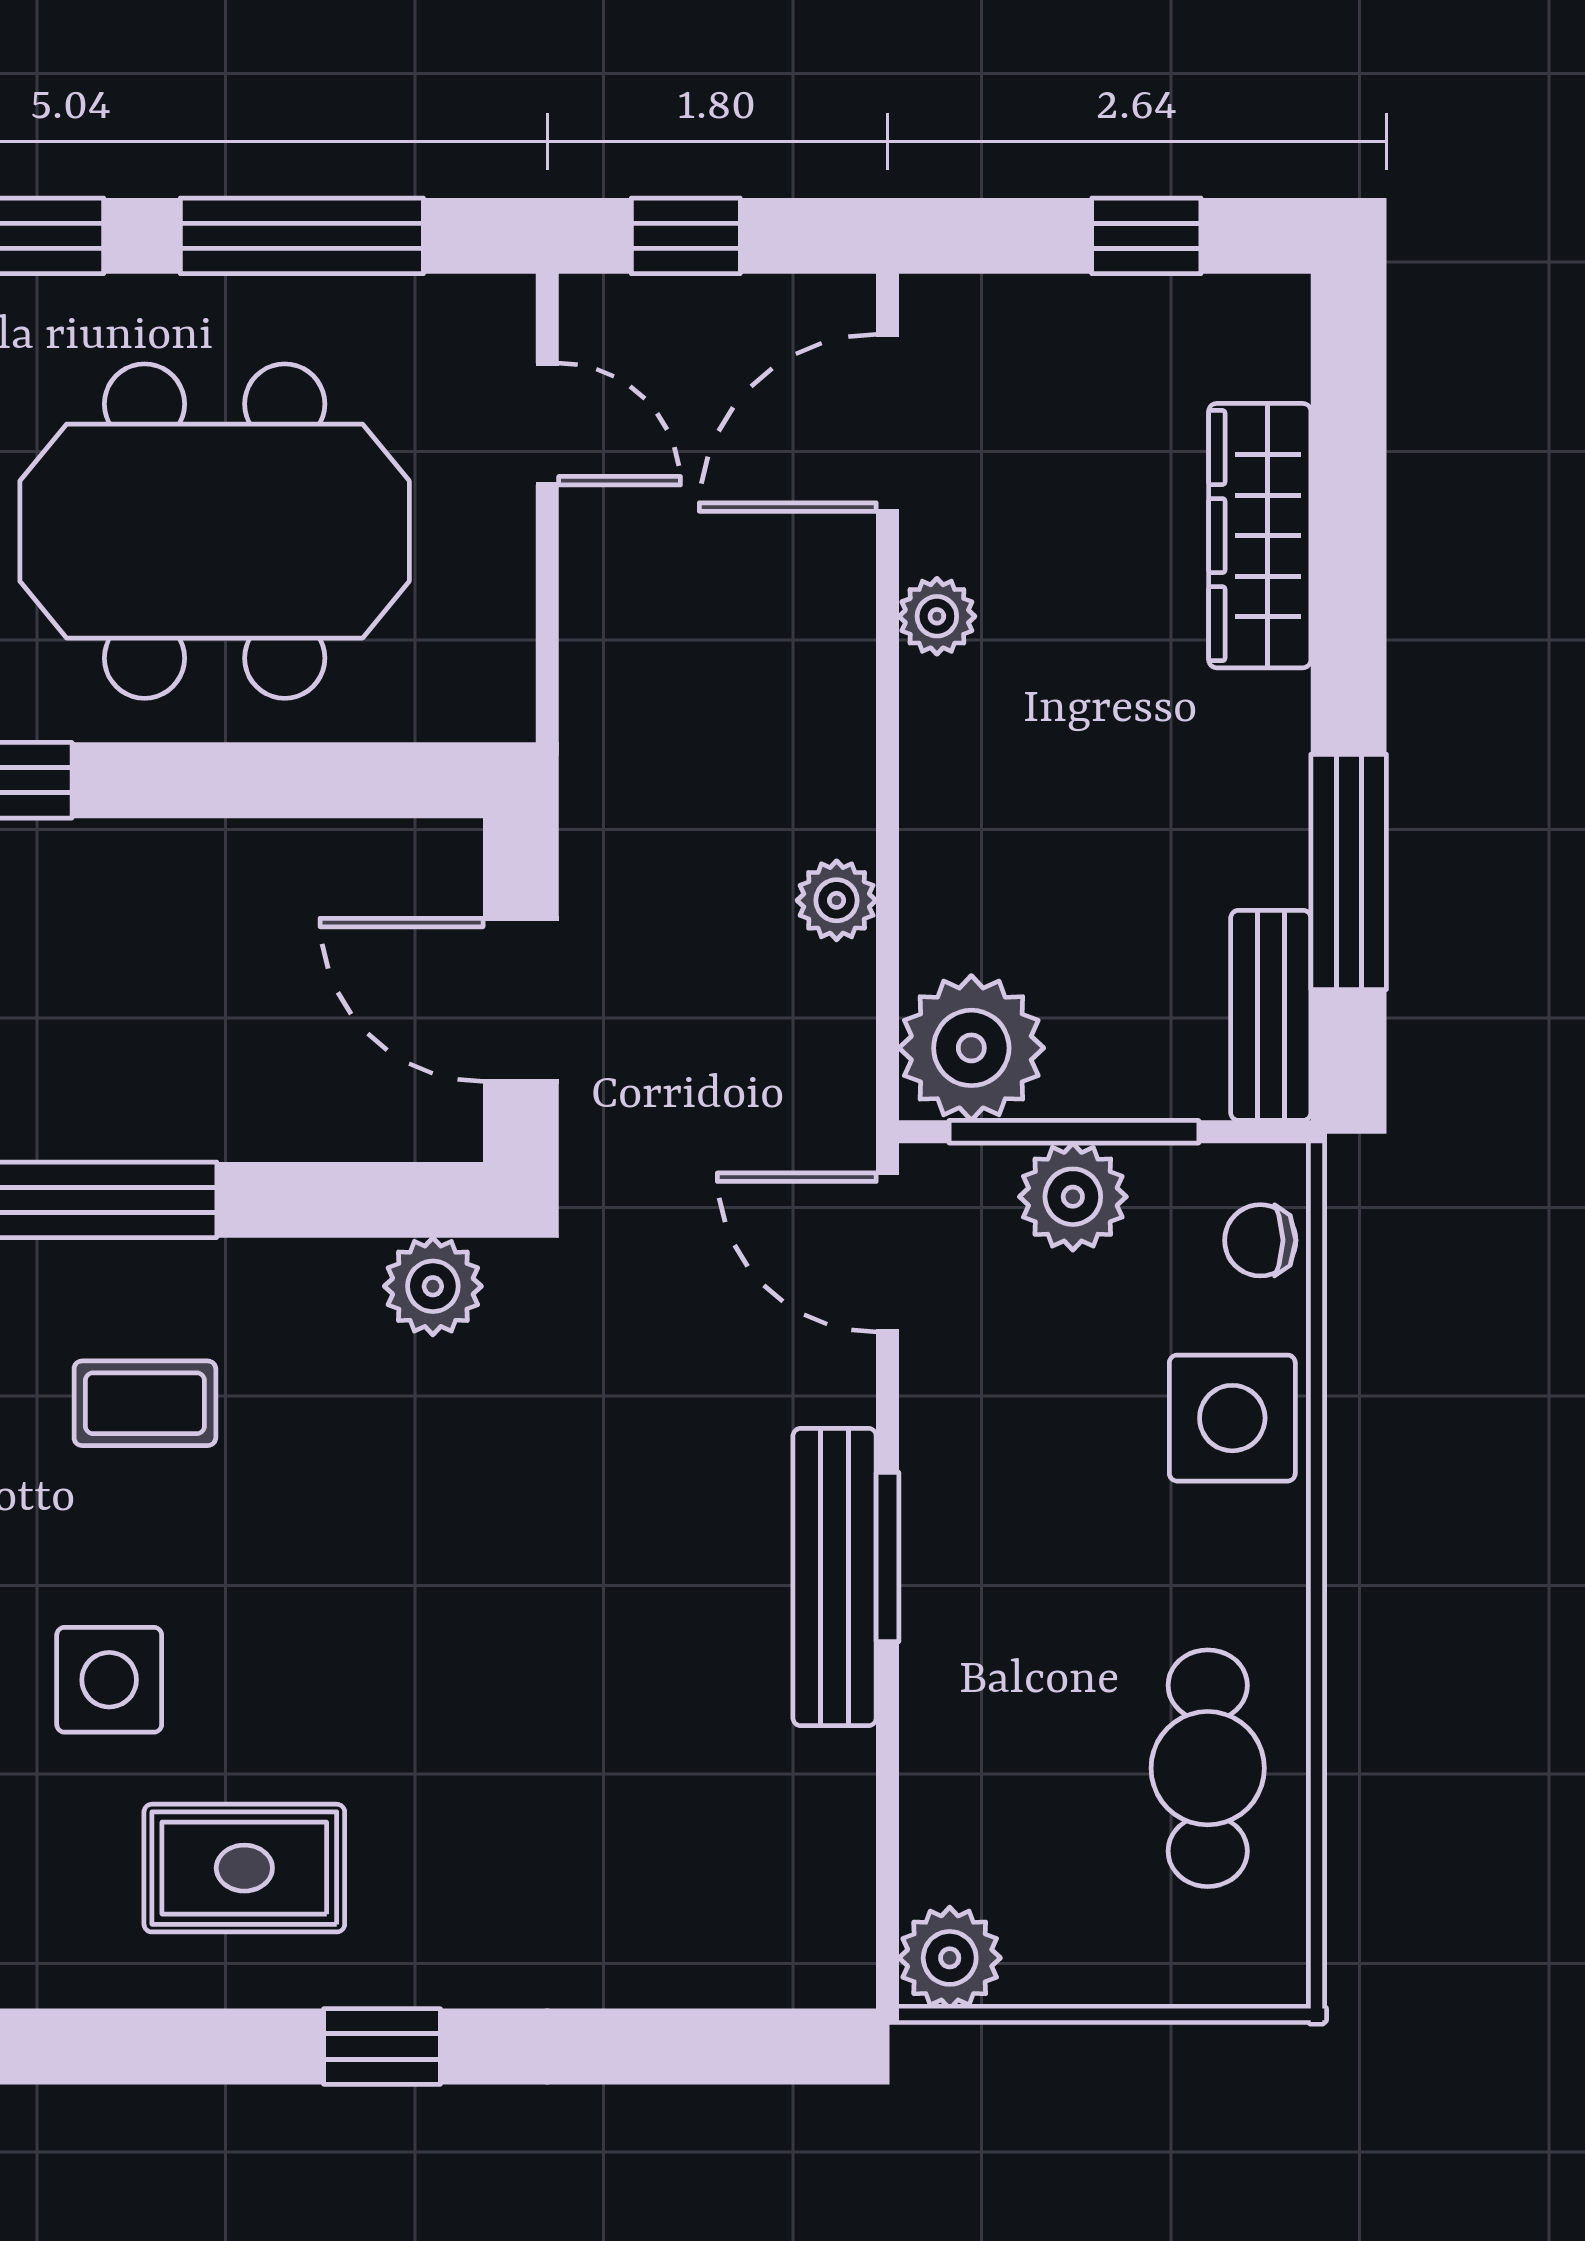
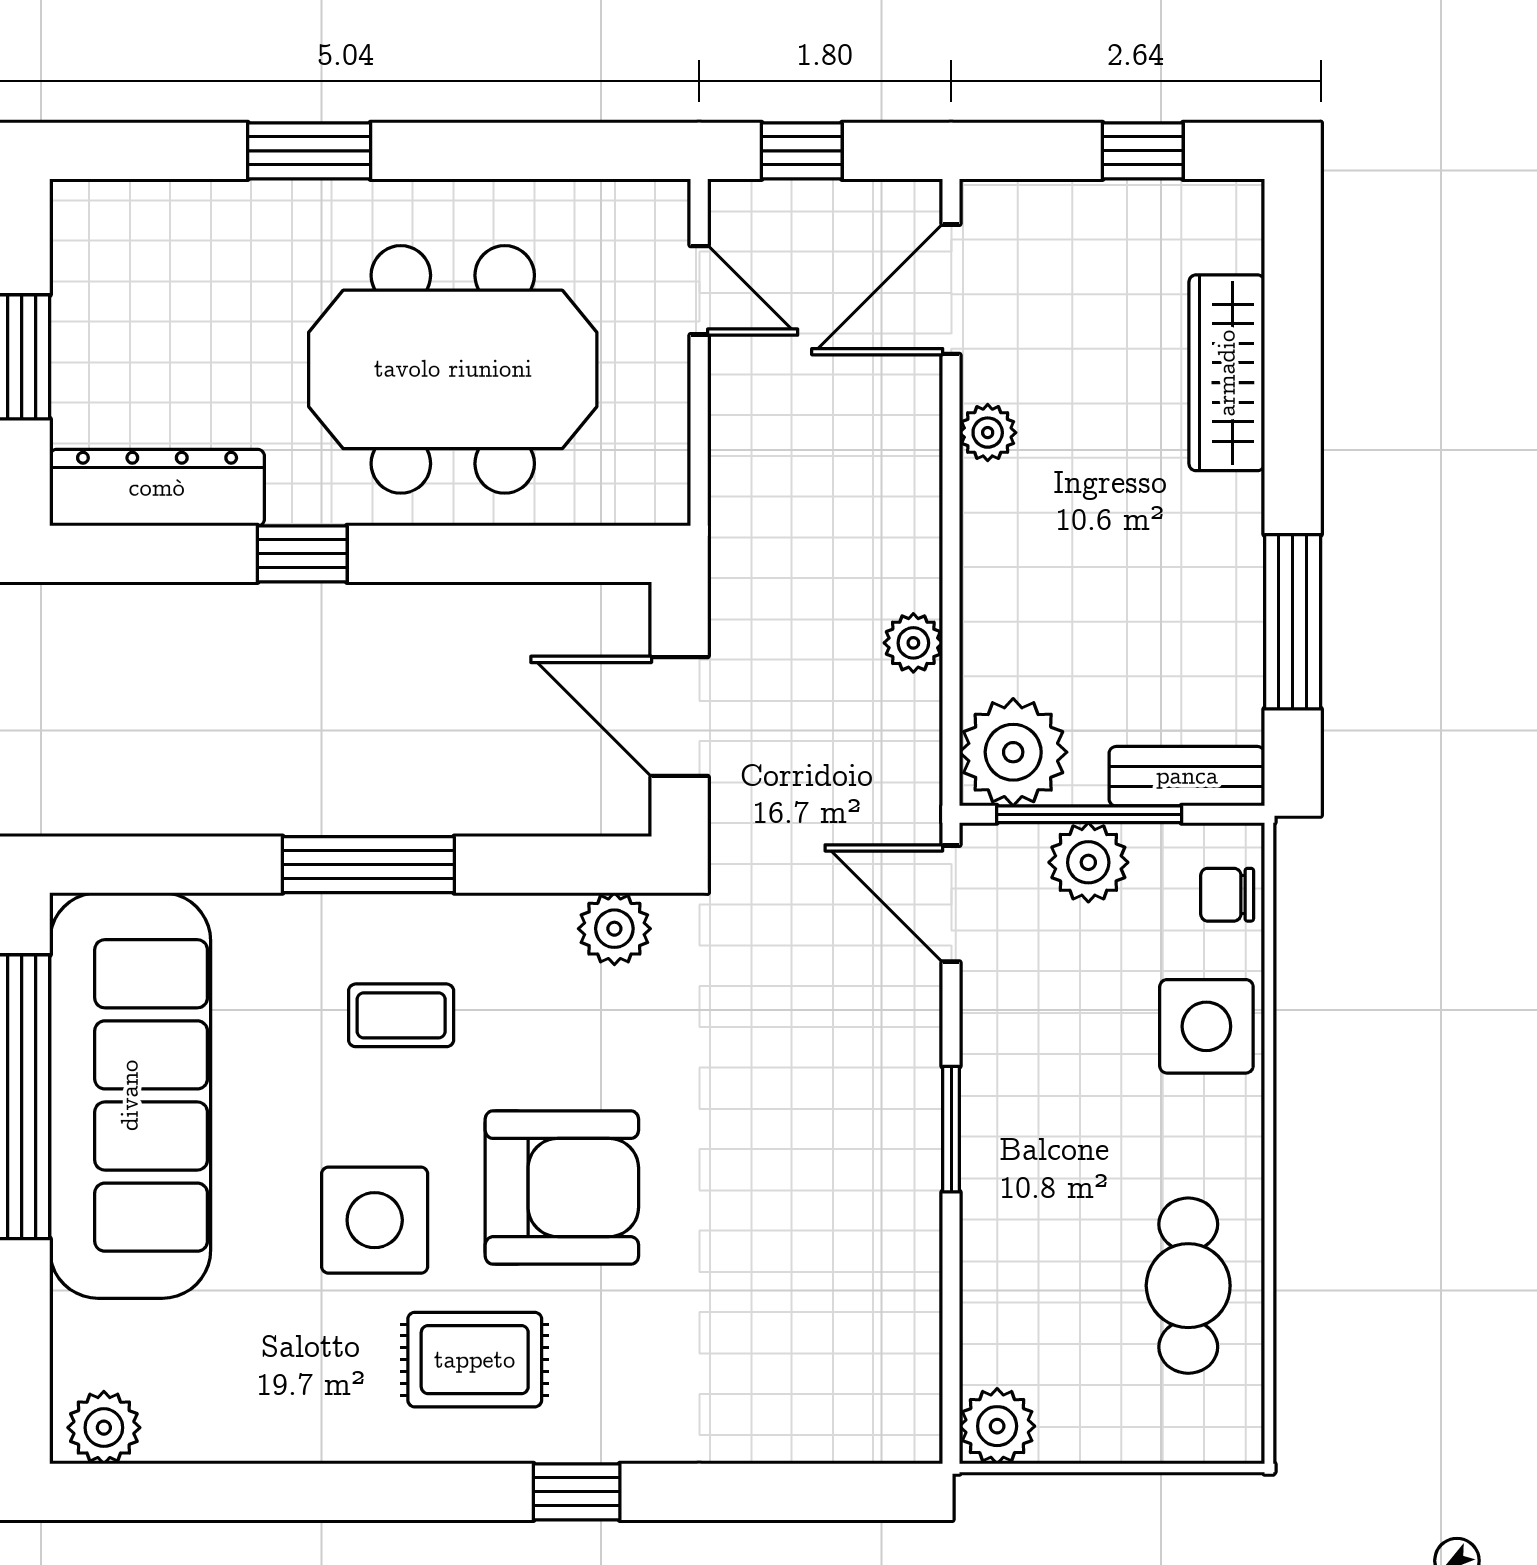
window: (302, 236) -> (517, 151), removed
bench: (1271, 1015) -> (1187, 776), moved, turned 90
bench: (835, 1577) -> (912, 1144), removed
armchair: (362, 1636) -> (562, 1188), added
side table: (109, 1680) -> (375, 1220), width x1.37, depth x1.37

